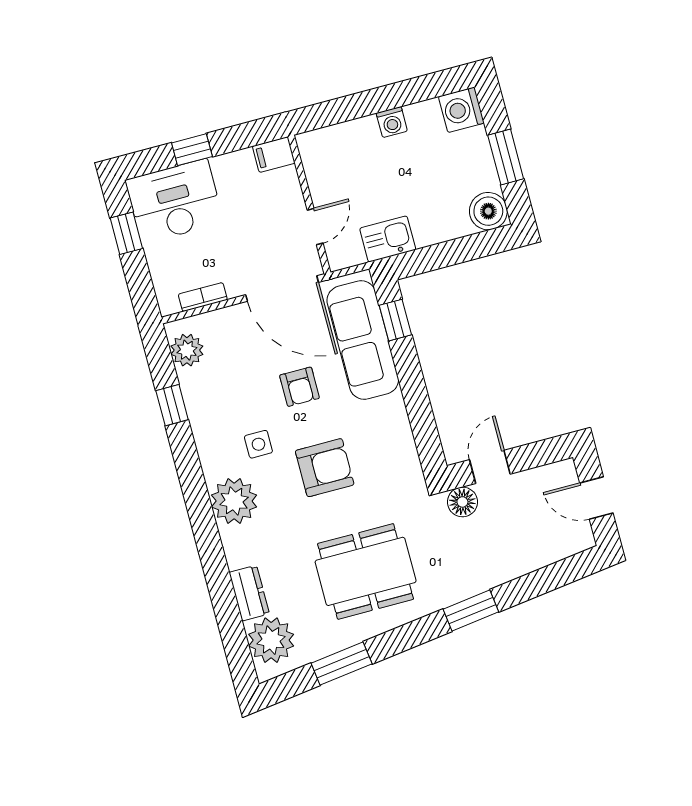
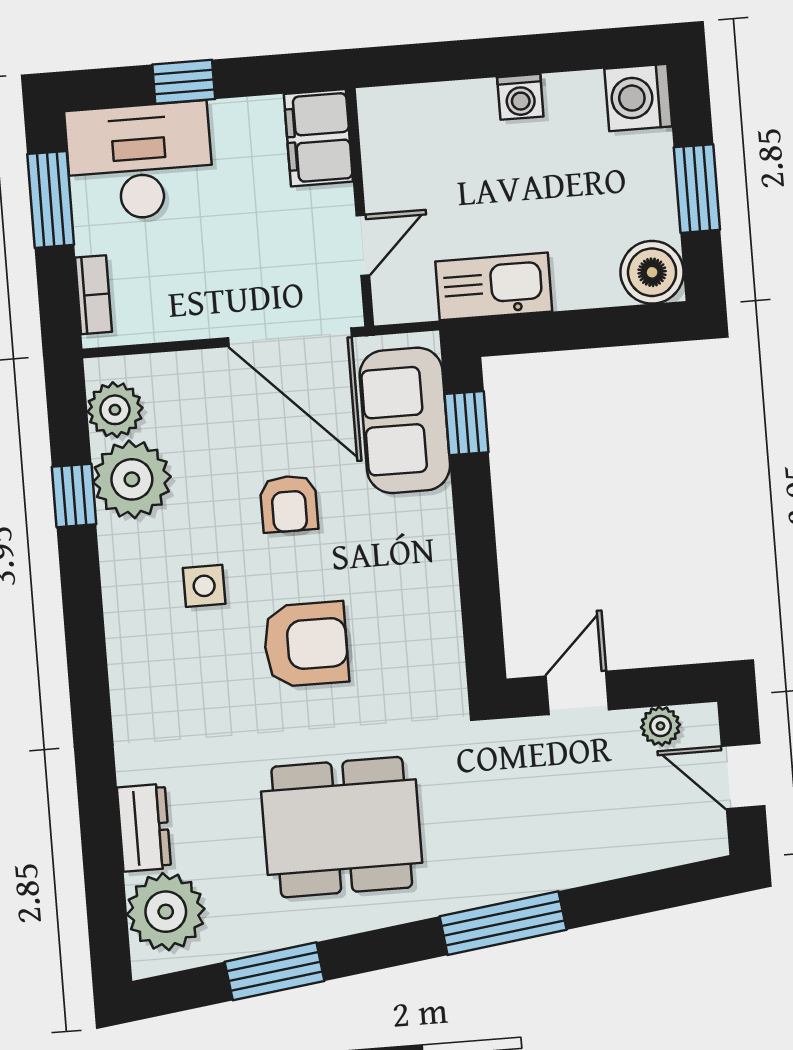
filing cabinet: (274, 155) -> (318, 138), width x2.00
window: (126, 233) -> (51, 199), width x1.50
kitchen sink: (388, 239) -> (494, 286), width x1.38
bookcase: (203, 297) -> (94, 295), moved, turned 90
sofa: (363, 340) -> (405, 420), width x0.73
plant: (542, 477) -> (660, 726), added
plant: (234, 501) -> (132, 479), moved
floor lamp: (462, 502) -> (522, 742), removed
window: (471, 610) -> (503, 923), width x1.44

